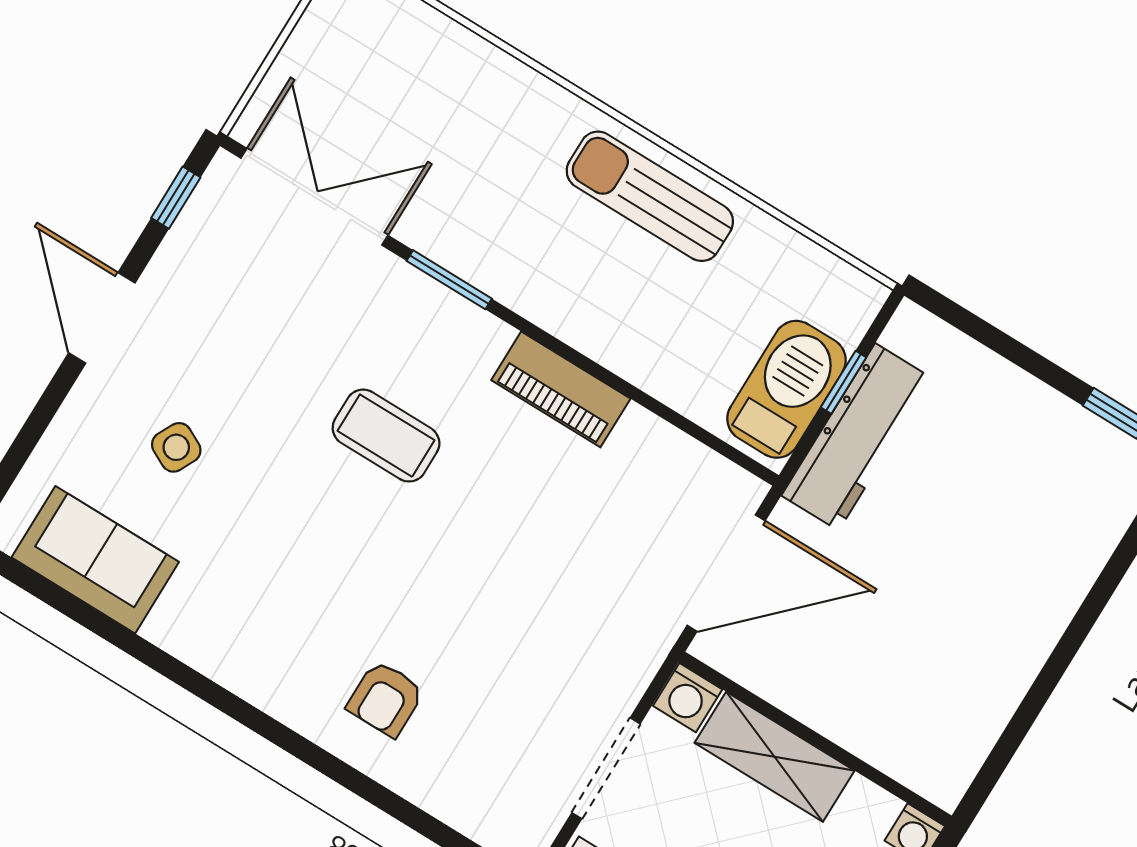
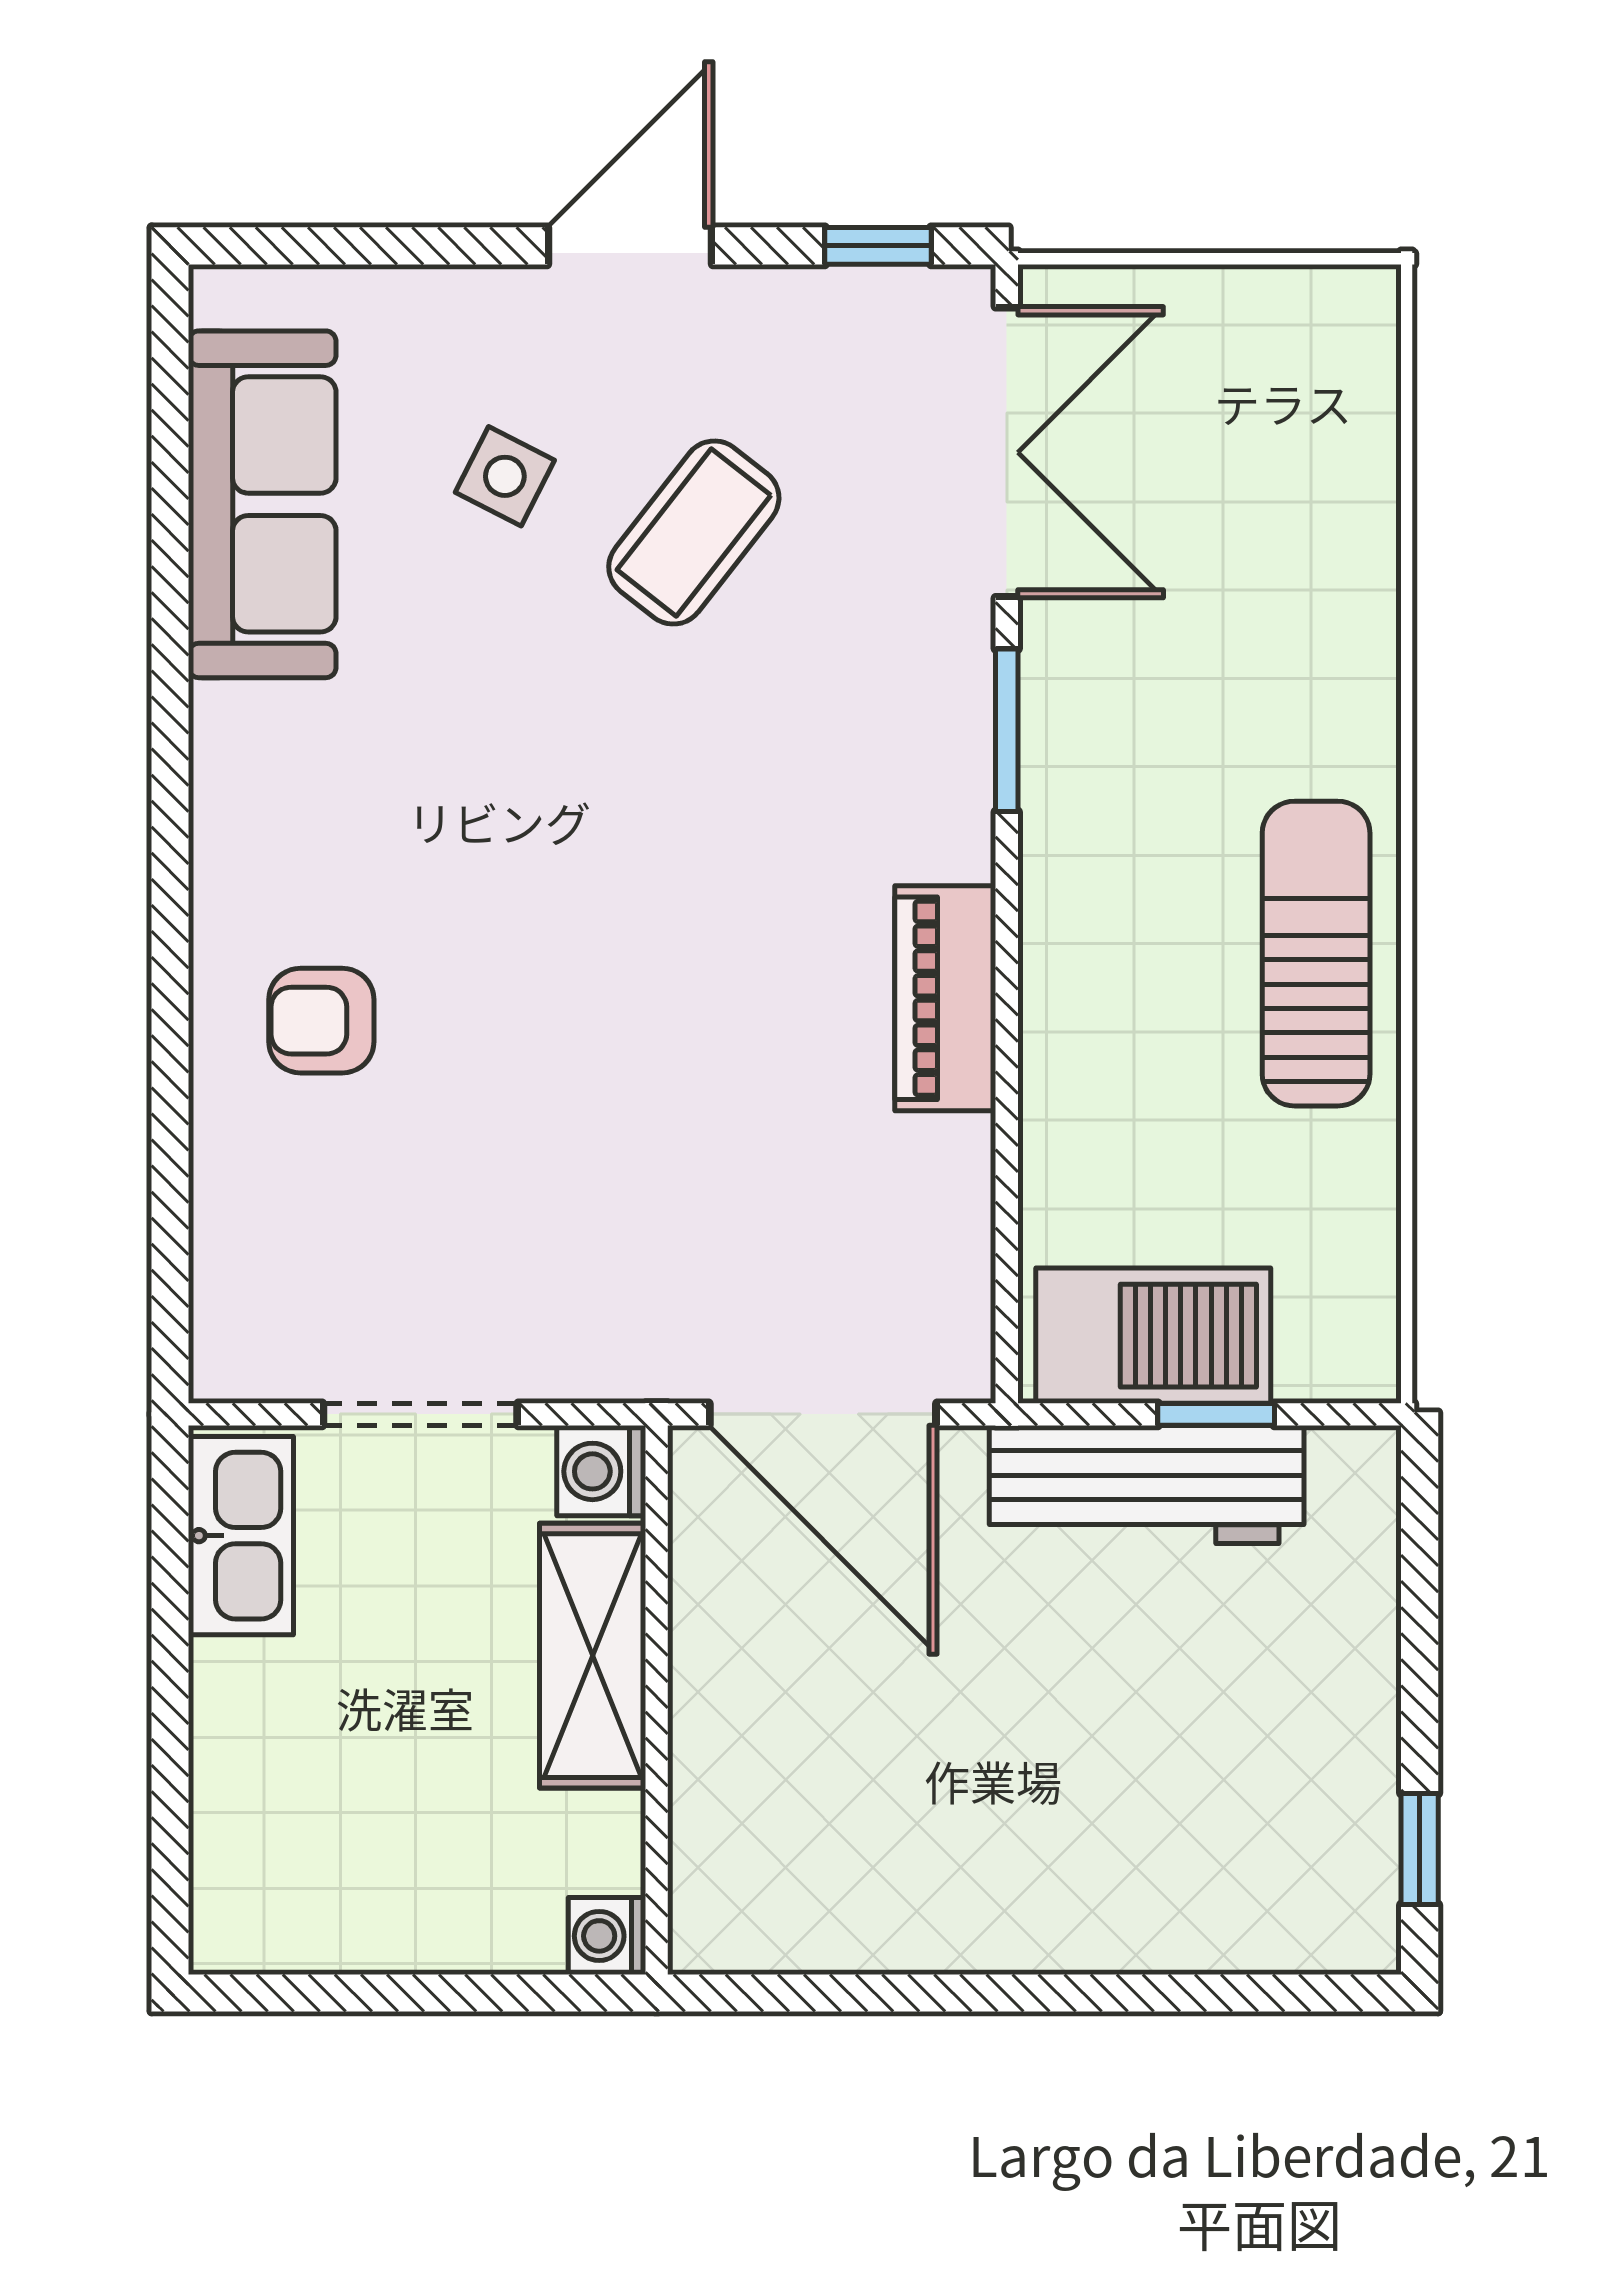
coffee table: (386, 436) -> (694, 533), moved, turned 38
sofa: (95, 560) -> (262, 504), width x1.36

